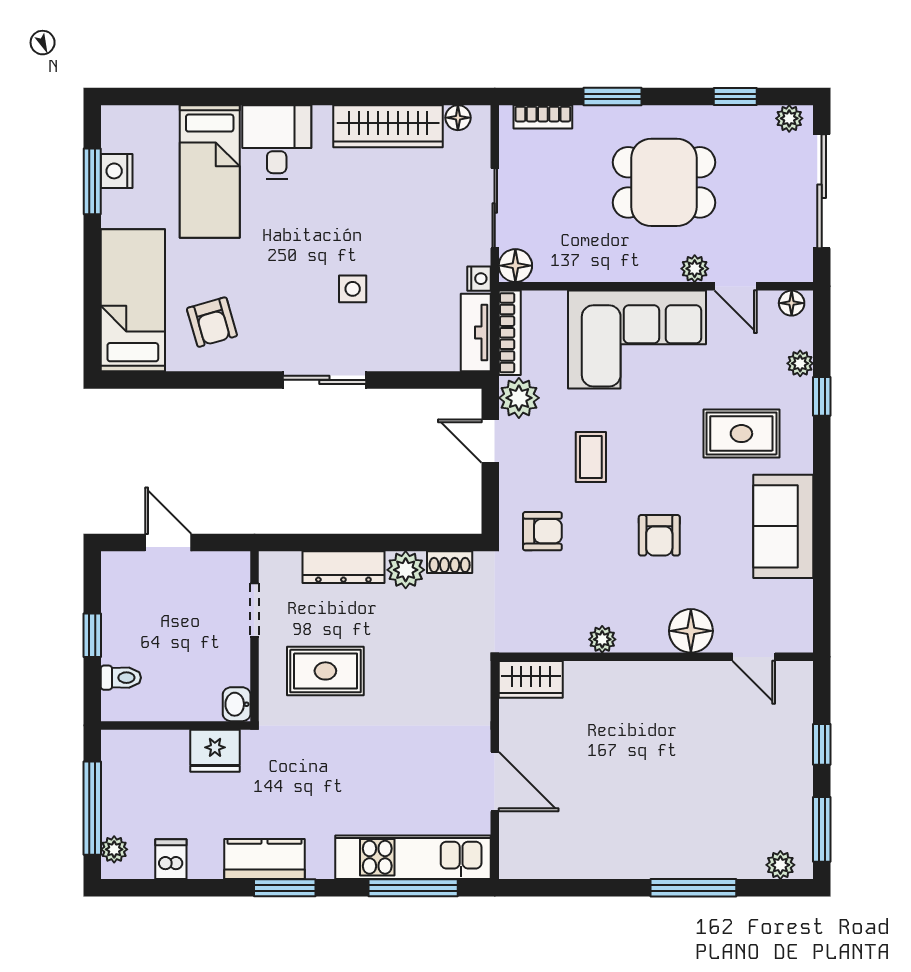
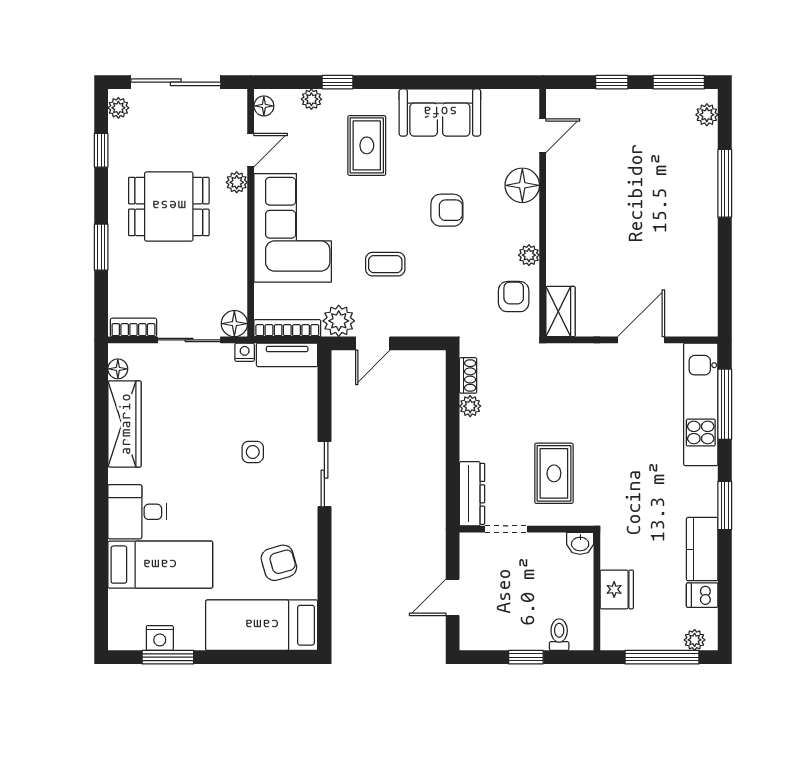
bookcase: (543, 117) -> (133, 327), moved, turned -90
dining table: (664, 182) -> (169, 206), turned 90
armchair: (542, 531) -> (514, 297), moved
dresser: (343, 567) -> (472, 494), moved
plant: (406, 570) -> (470, 406), width x0.73, depth x0.73
fridge: (215, 751) -> (617, 589), moved
kitchen counter: (264, 859) -> (702, 549), moved

